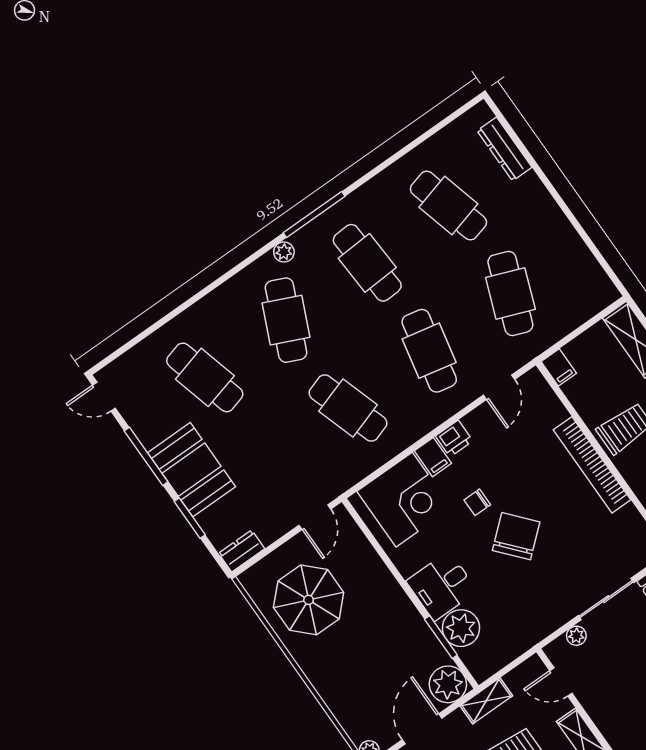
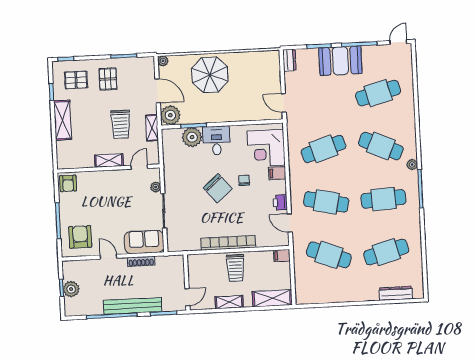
printer: (454, 438) -> (280, 202), moved
parasol: (309, 600) -> (210, 75), moved

